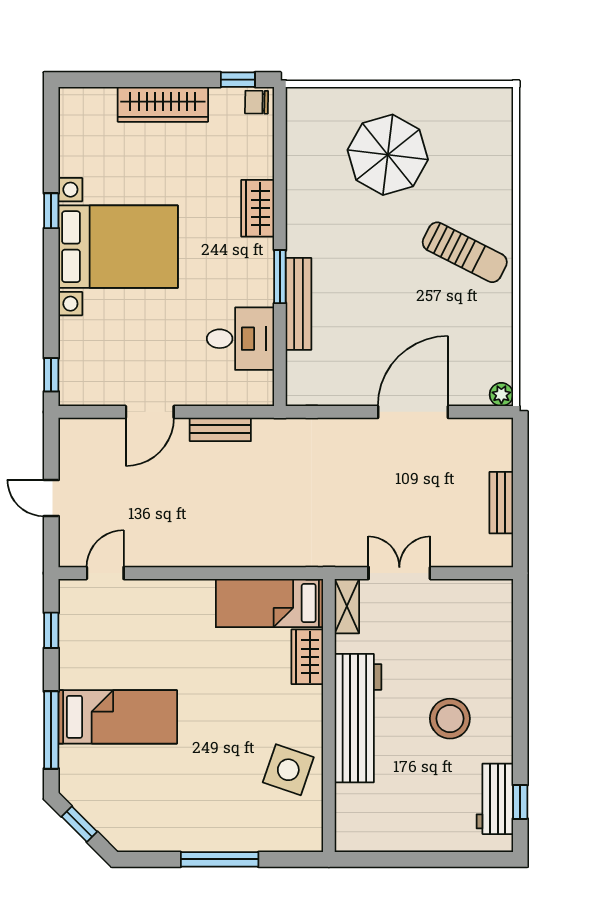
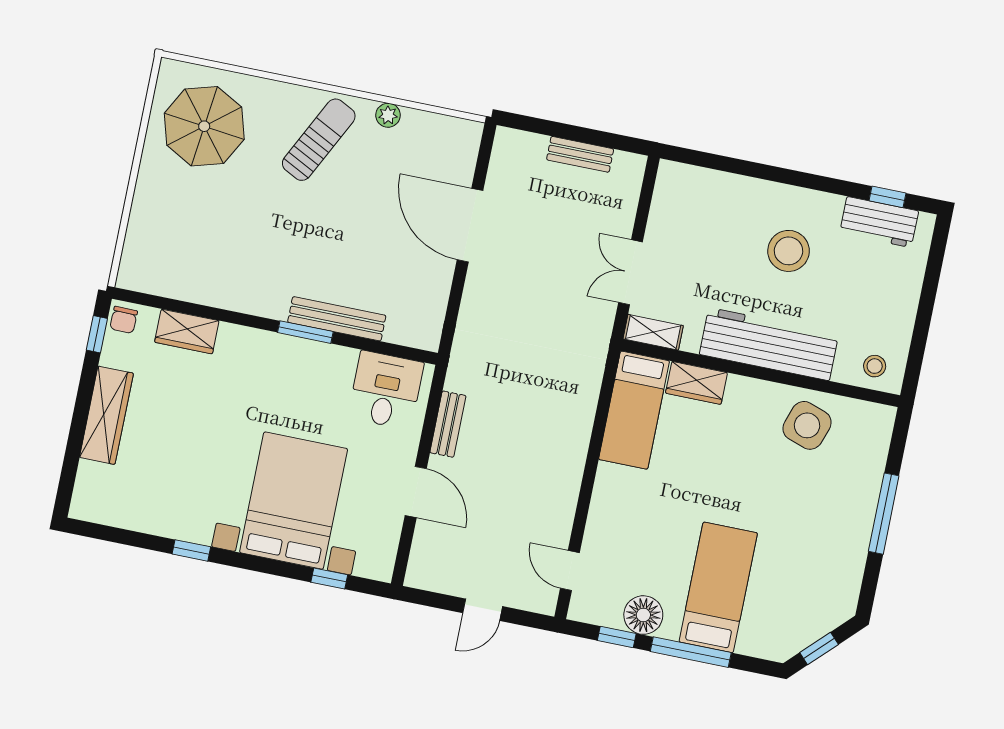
parasol: (388, 155) -> (204, 126), moved
wardrobe: (258, 208) -> (187, 332), moved
bed with nightstands: (118, 247) -> (294, 501), moved
desk: (241, 339) -> (386, 390), moved
window: (51, 375) -> (329, 578), moved
plant: (501, 395) -> (388, 115), moved
floor lamp: (77, 651) -> (643, 615), added
window: (51, 730) -> (691, 652), moved
stool: (358, 822) -> (875, 366), added

